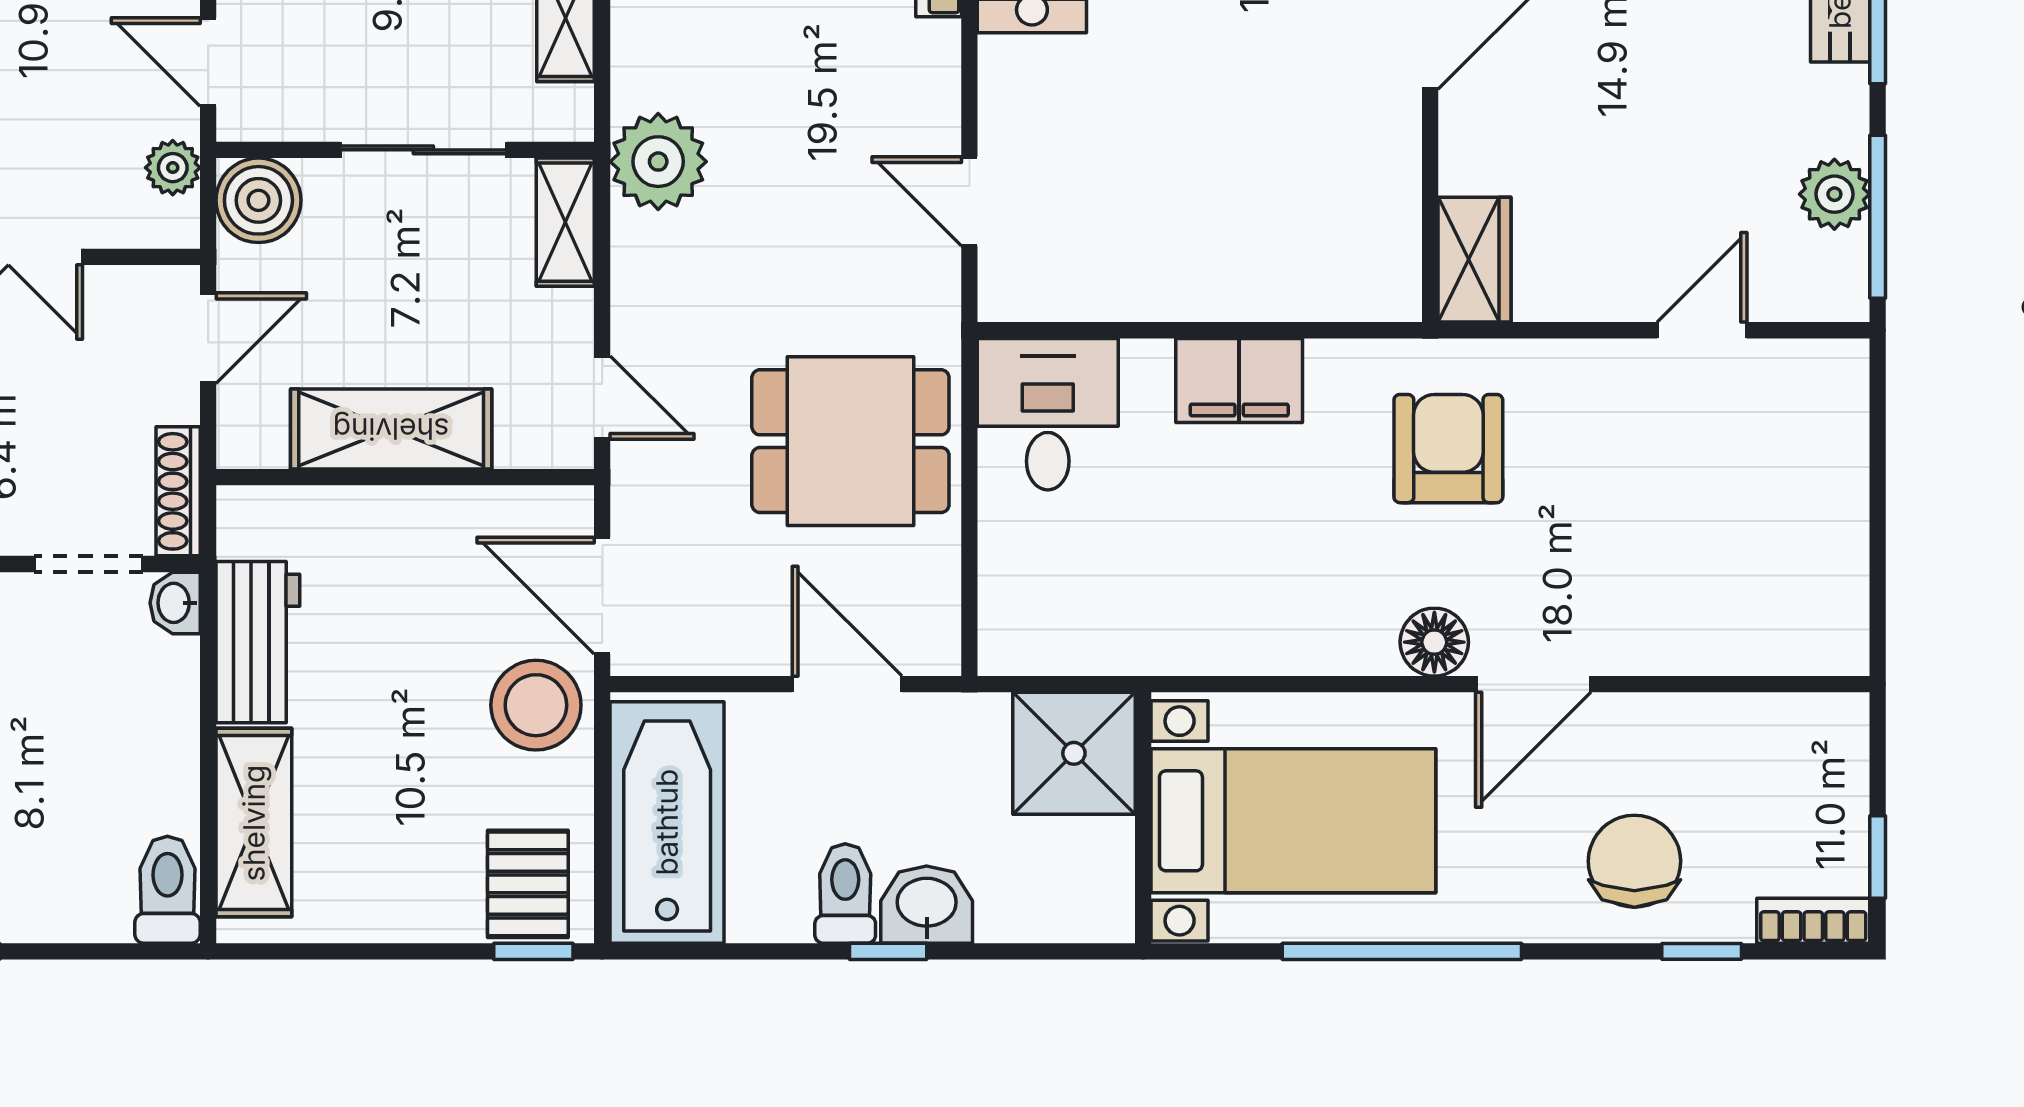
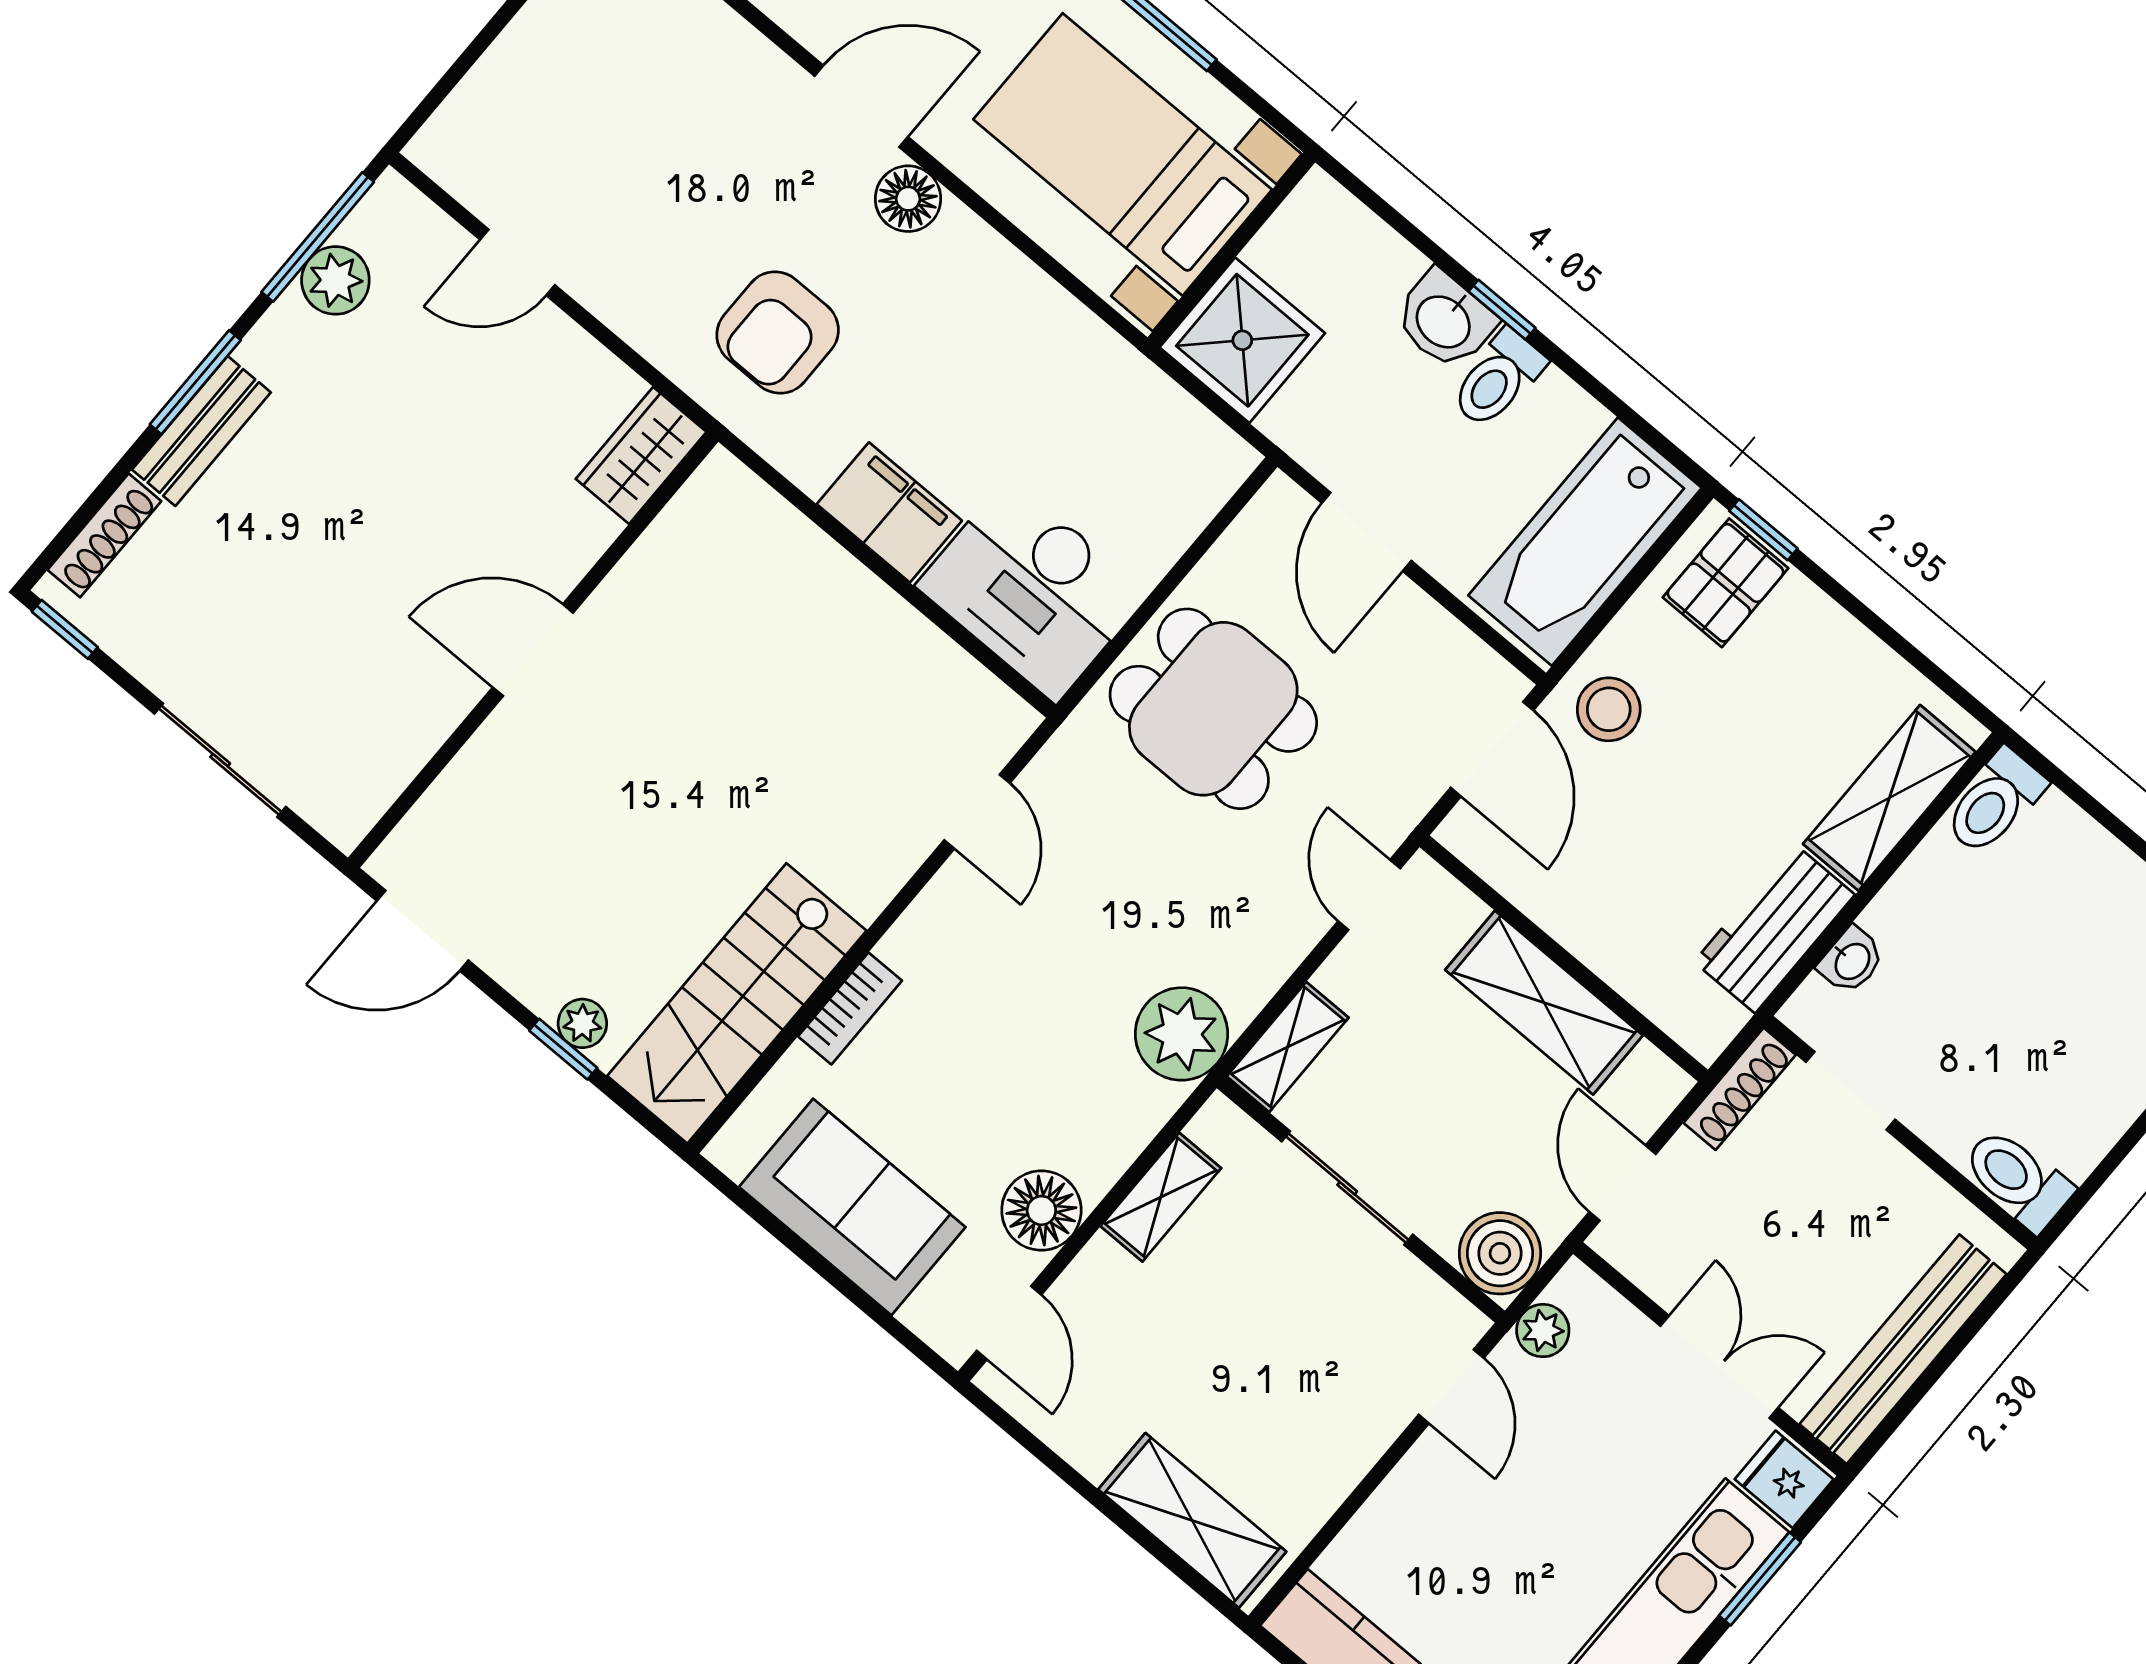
door: (208, 338) -> (1623, 1183), hinge flipped
desk: (1048, 414) -> (1032, 590), width x1.37
washbasin: (175, 603) -> (1851, 961), moved
stool: (536, 705) -> (1609, 709), width x0.73, depth x0.73

